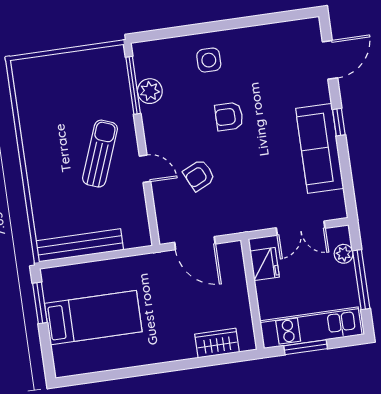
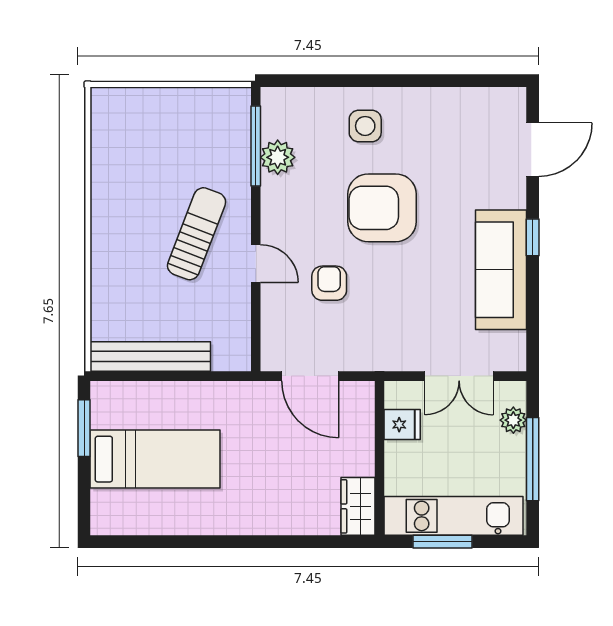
armchair: (229, 116) -> (382, 208), width x1.88, depth x1.88
armchair: (199, 175) -> (329, 283), turned 115
fridge: (265, 264) -> (402, 425), width x0.72
wardrobe: (217, 343) -> (358, 506), moved, turned -90

